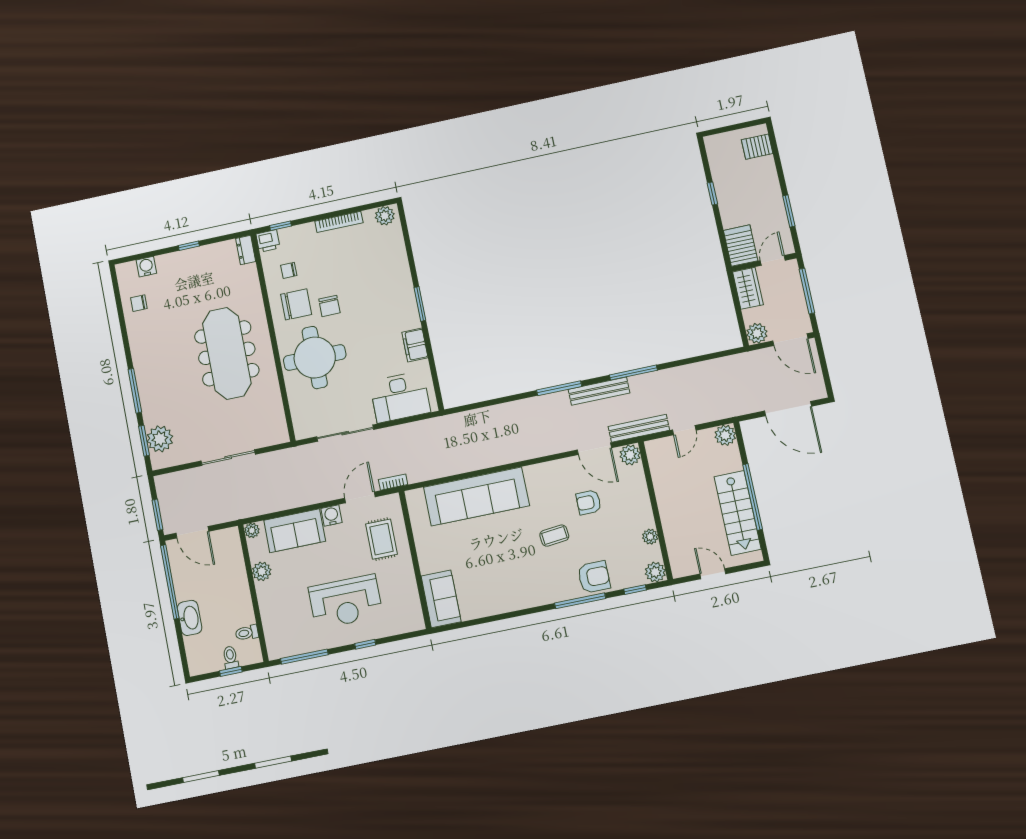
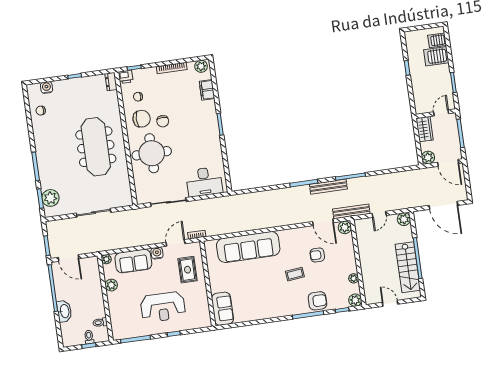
server rack: (741, 246) -> (436, 56), moved, turned -90
filing cabinet: (415, 345) -> (207, 90), moved

